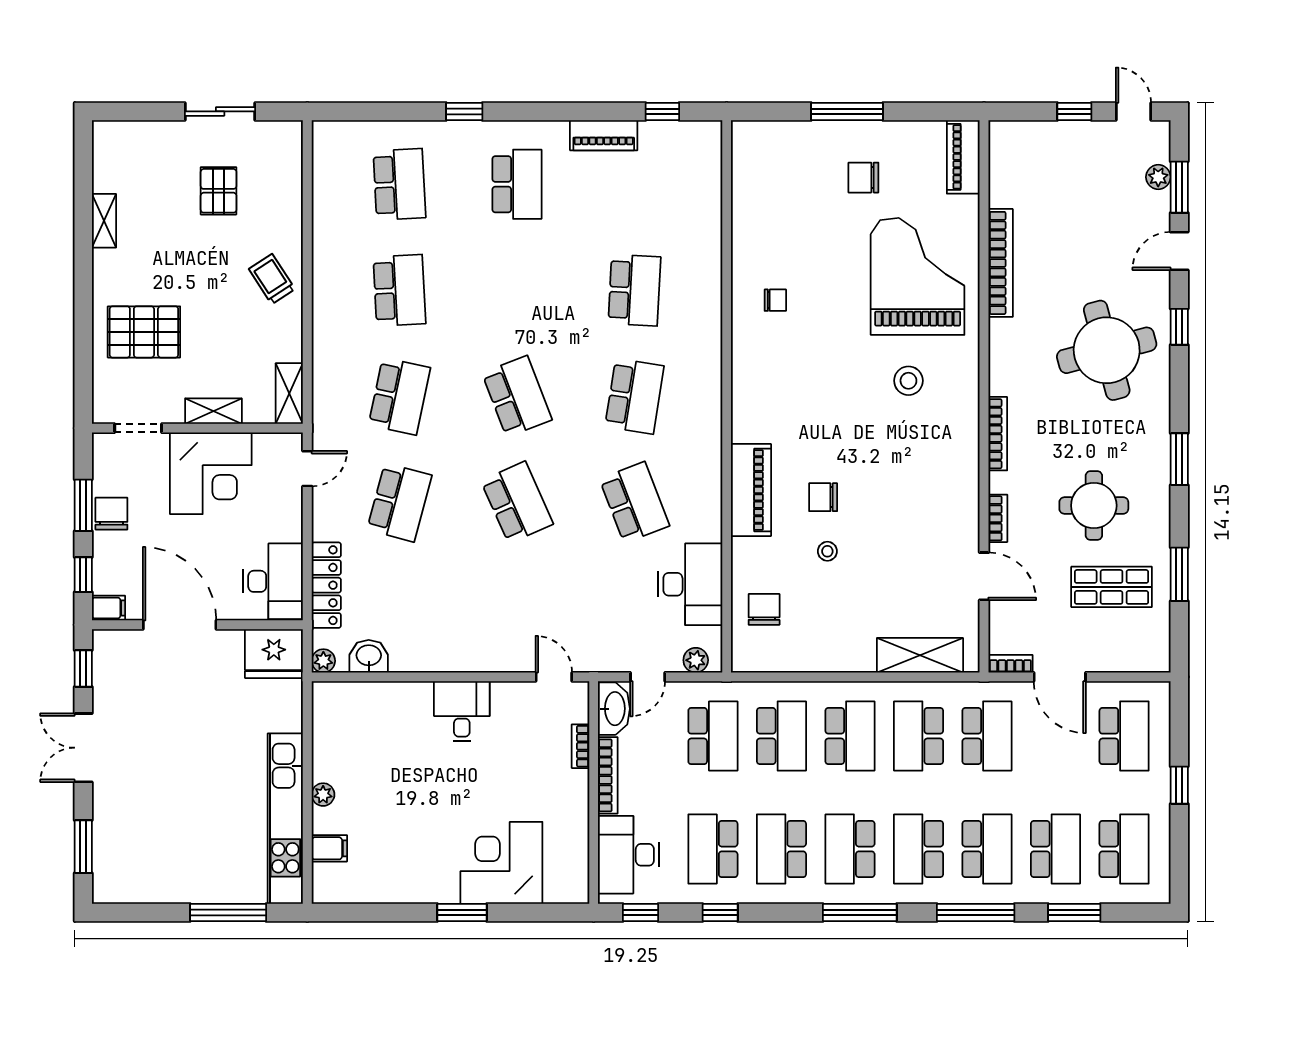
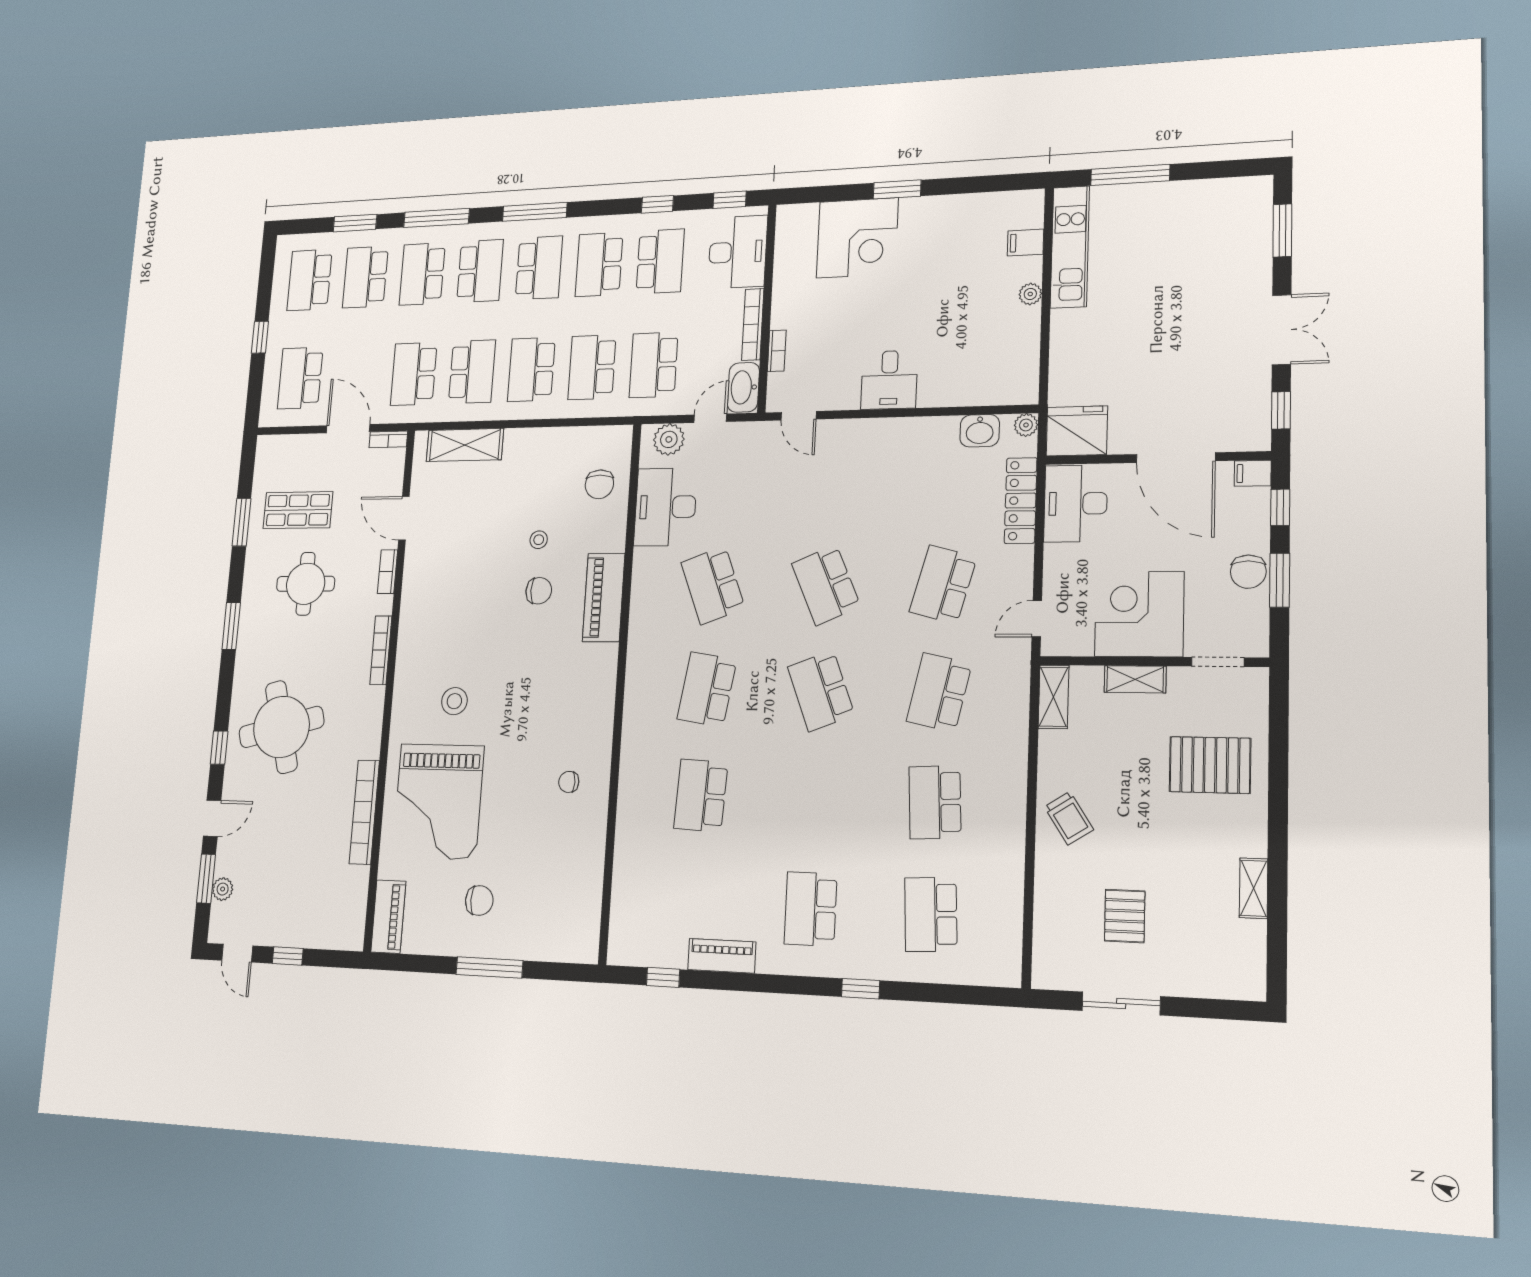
plant: (696, 660) -> (669, 439), width x1.38, depth x1.38
kitchen unit: (285, 819) -> (1070, 247), width x0.73
school desk: (781, 849) -> (599, 265), turned 180

